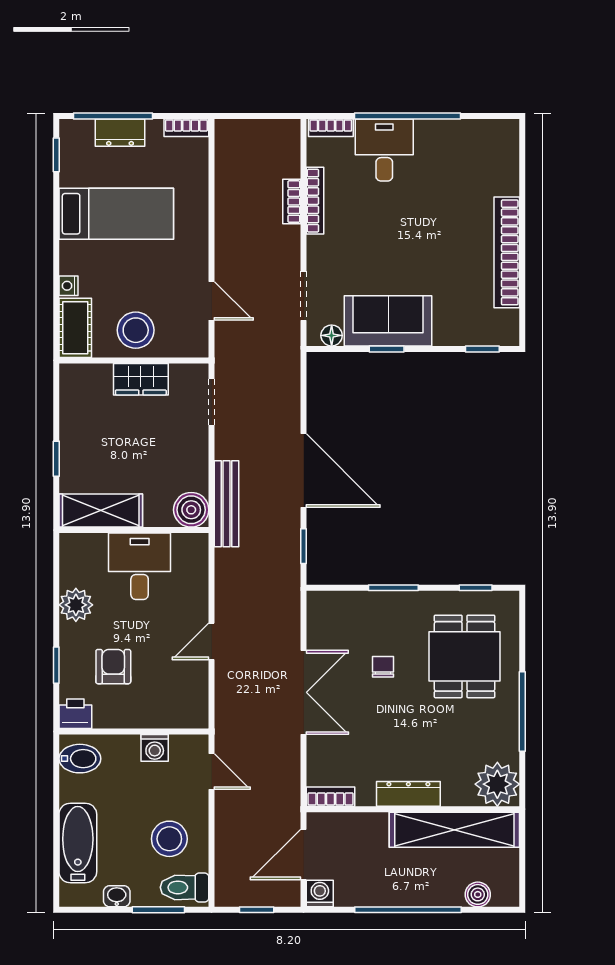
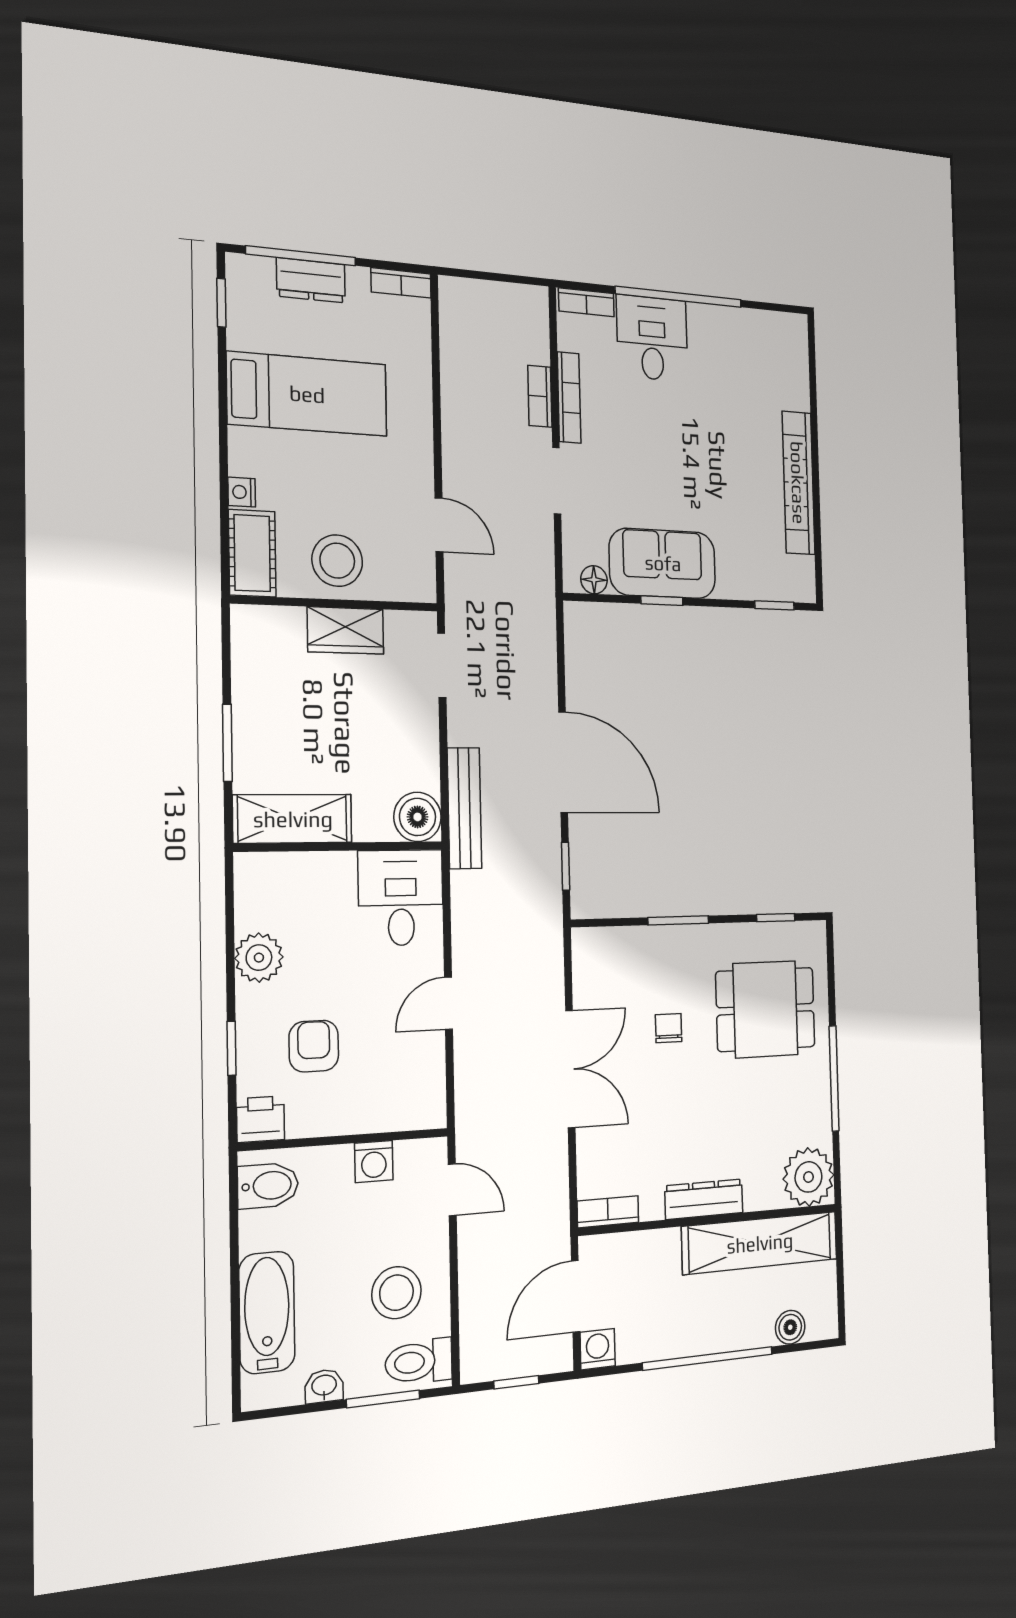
doorway: (304, 296) -> (557, 481), moved
window: (56, 459) -> (227, 743), width x1.50
desk: (140, 566) -> (401, 898), moved
dining table: (465, 656) -> (765, 1009), turned 90

